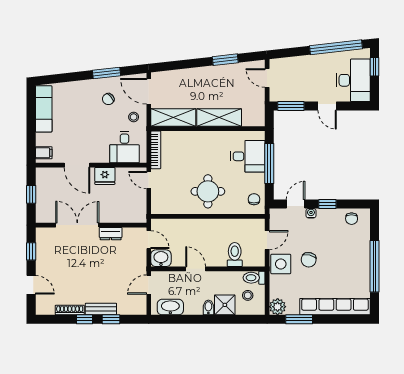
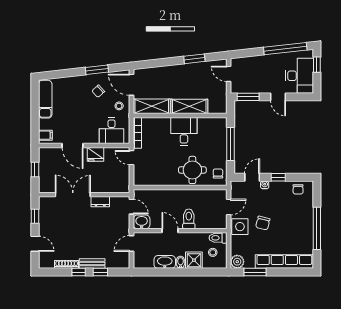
desk: (248, 156) -> (184, 131), moved, turned -90
round table: (208, 191) -> (192, 170), moved
toilet: (235, 255) -> (189, 219), moved
washbasin: (170, 307) -> (165, 262), moved

